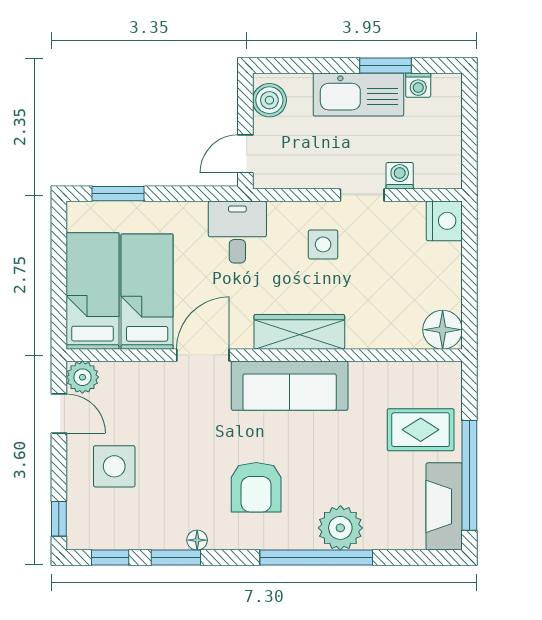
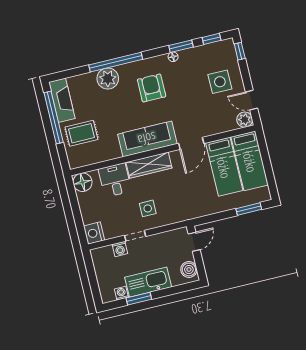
desk: (237, 232) -> (115, 180), moved, turned 180

